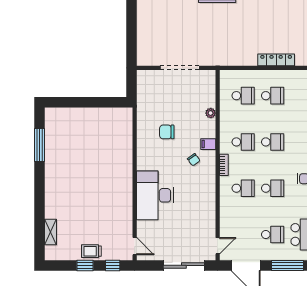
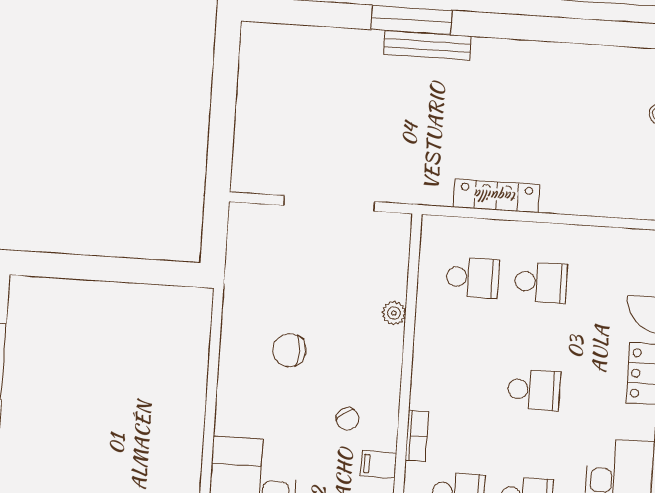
locker: (276, 60) -> (496, 196), moved
school desk: (243, 142) -> (465, 385), removed
filing cabinet: (208, 144) -> (379, 464), moved

